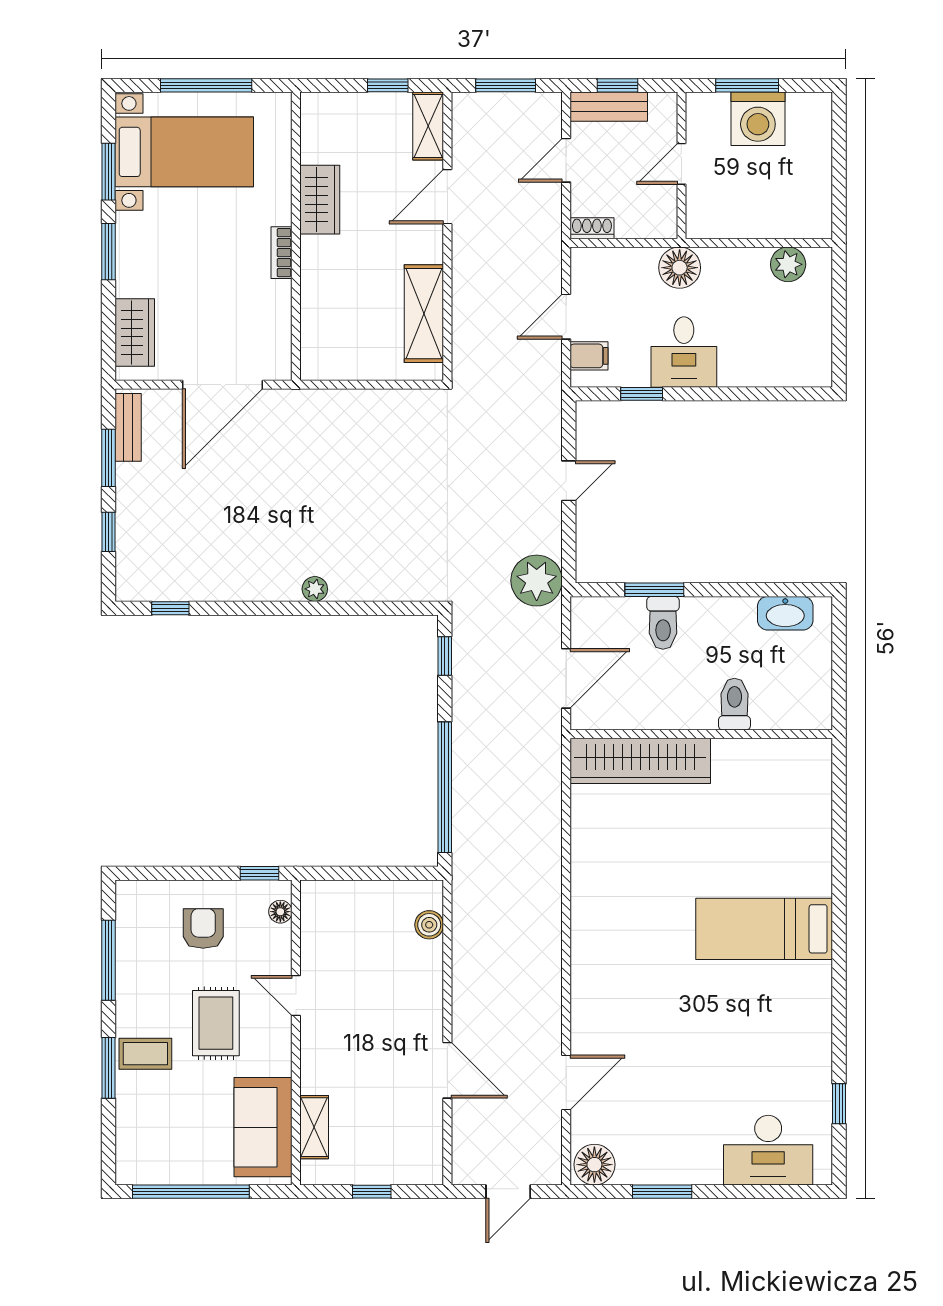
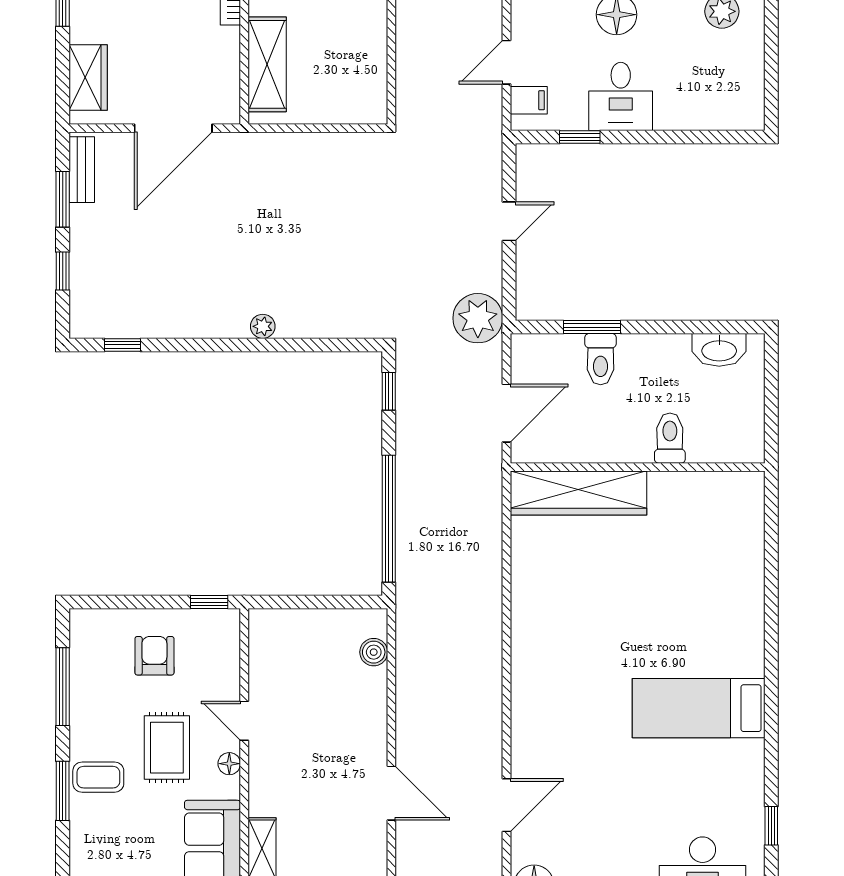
shelving: (424, 314) -> (267, 64), moved
floor lamp: (280, 912) -> (229, 764), moved
bed: (764, 929) -> (699, 708), moved

